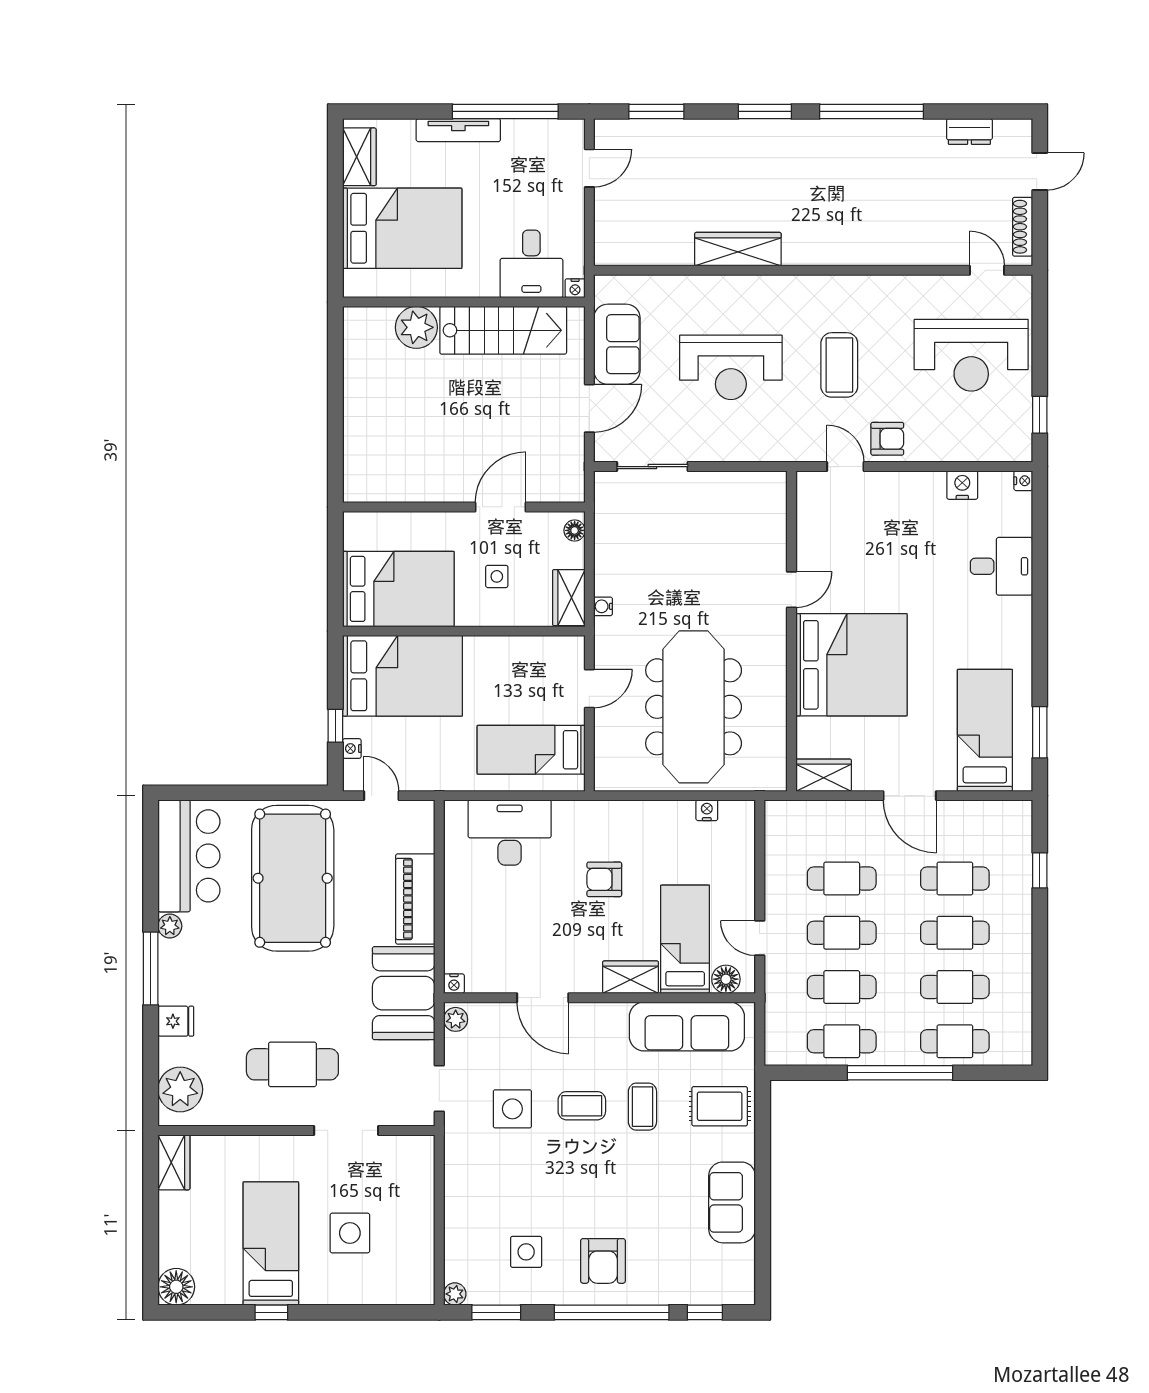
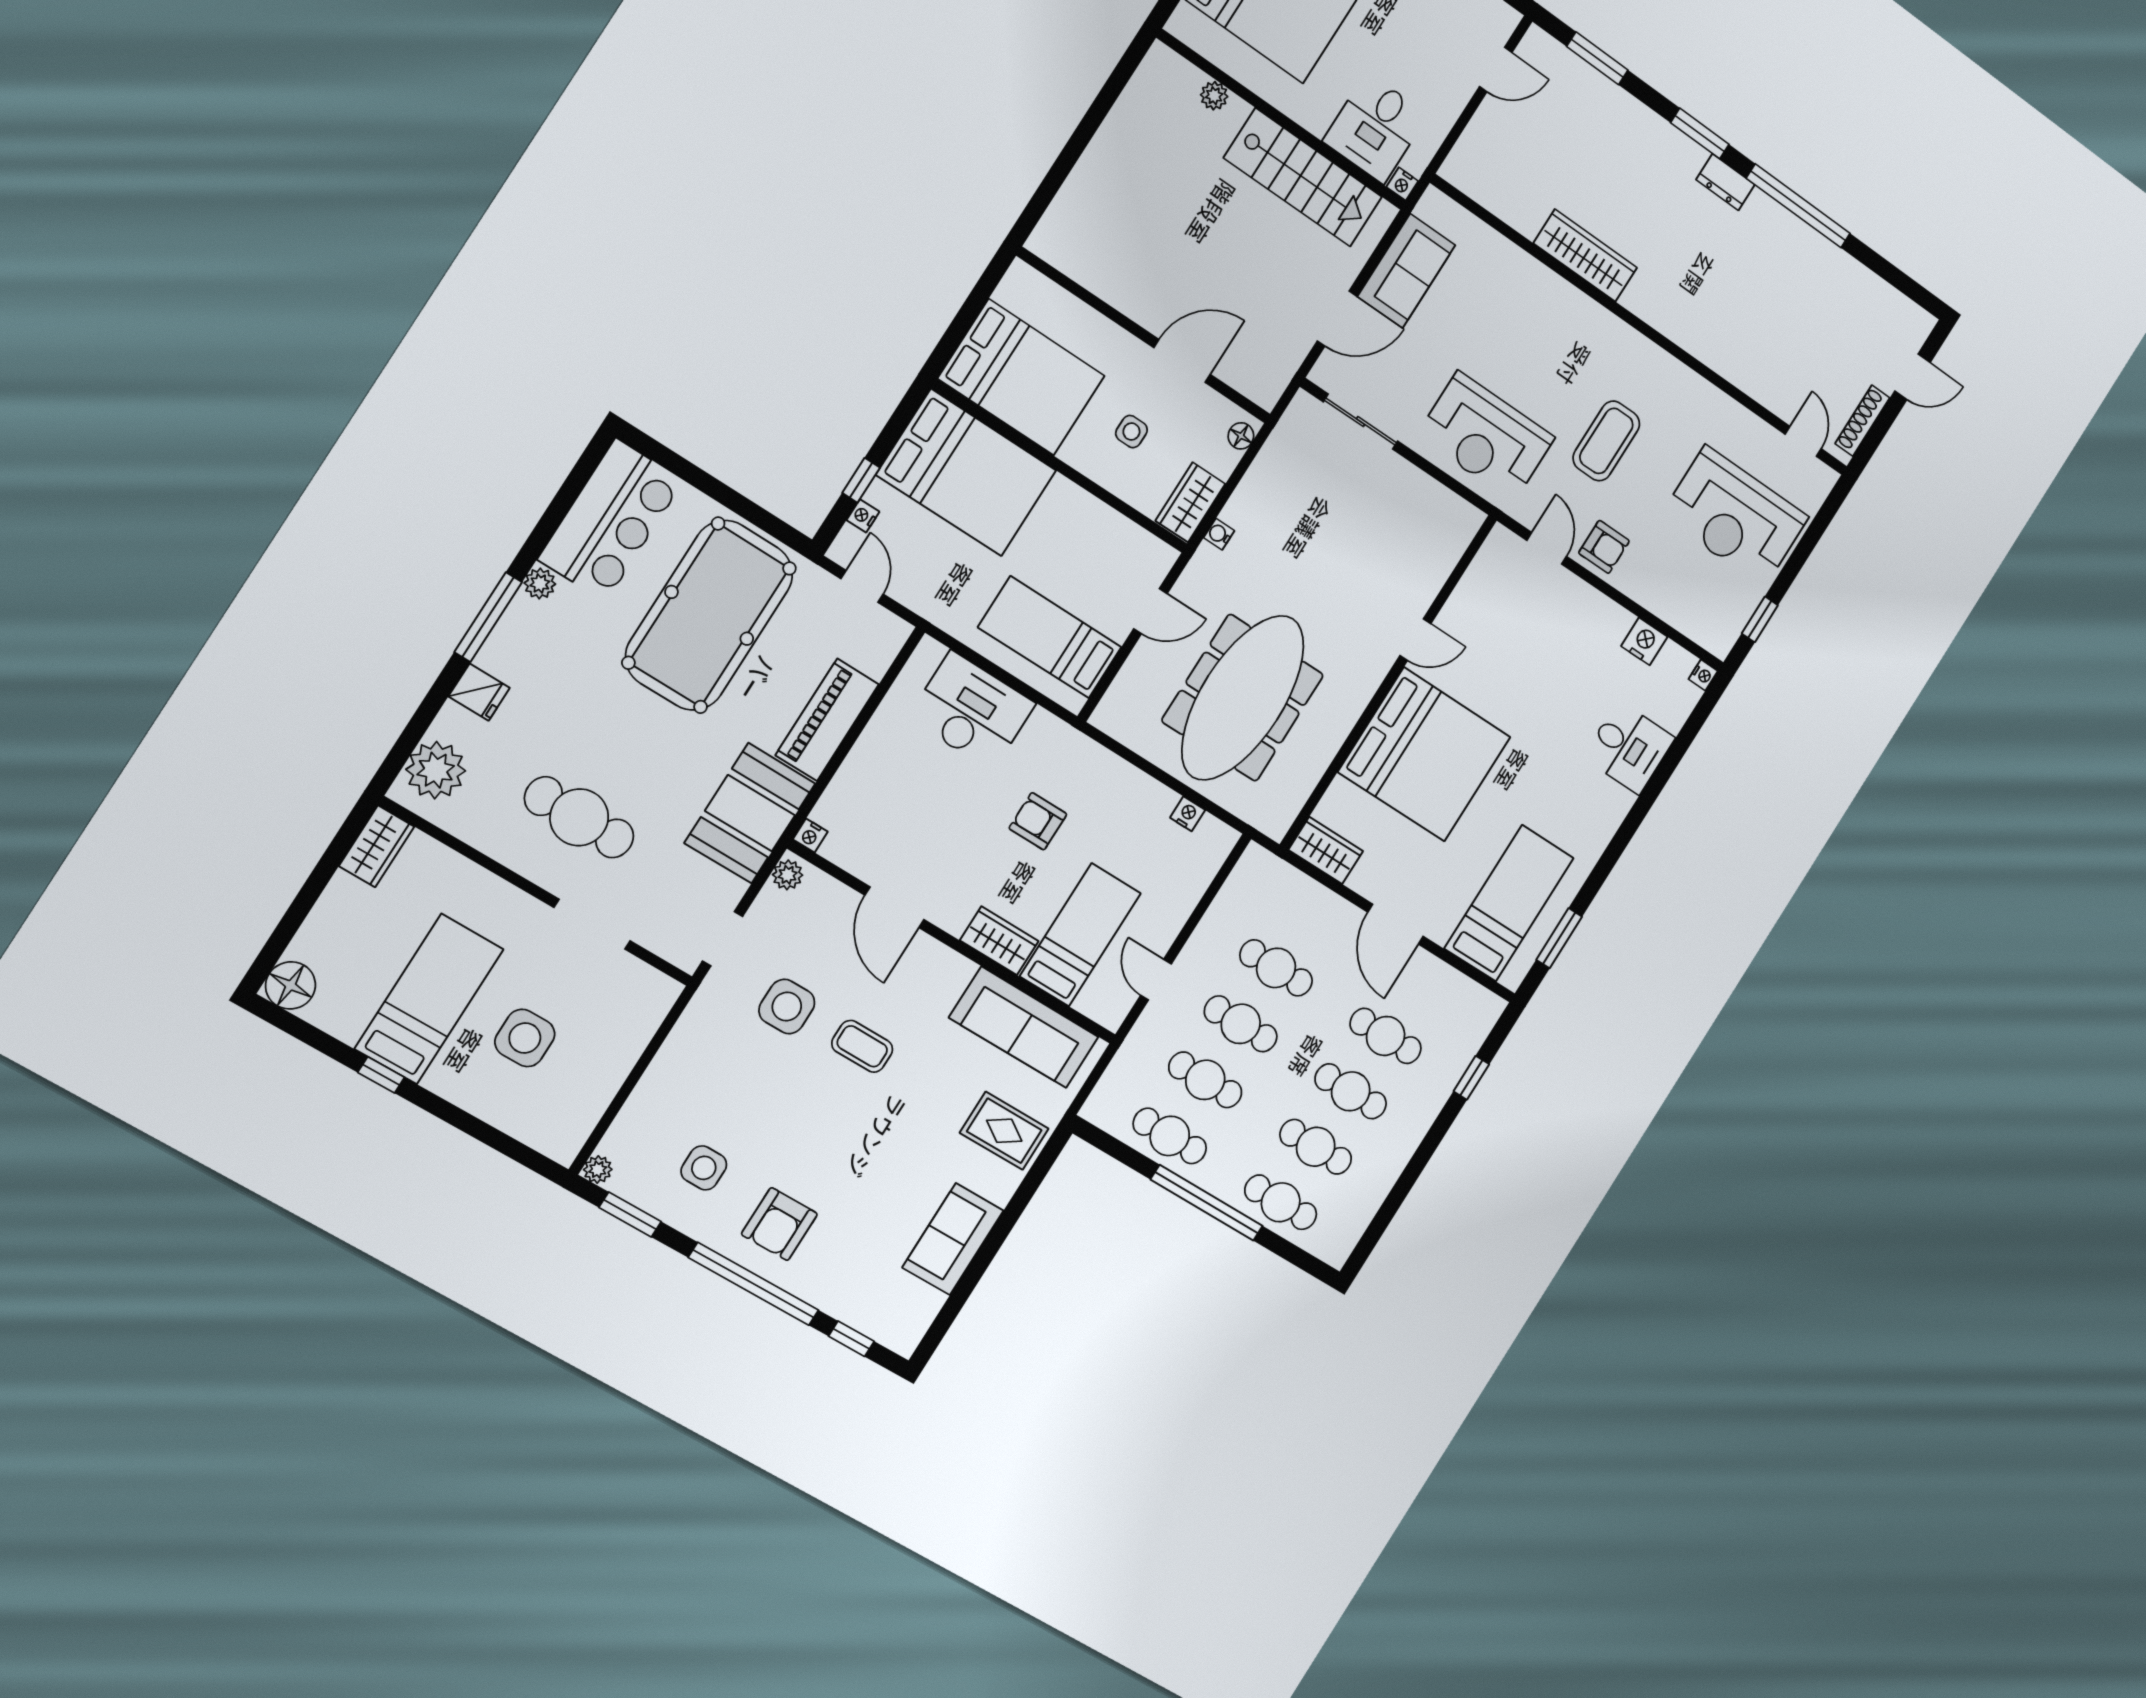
dresser: (969, 132) -> (1725, 182), moved
plant: (416, 327) -> (1214, 96), width x0.53, depth x0.53
reception desk: (731, 367) -> (1486, 437), moved
floor lamp: (726, 979) -> (1095, 1002), removed
coffee table: (642, 1107) -> (925, 1085), removed

